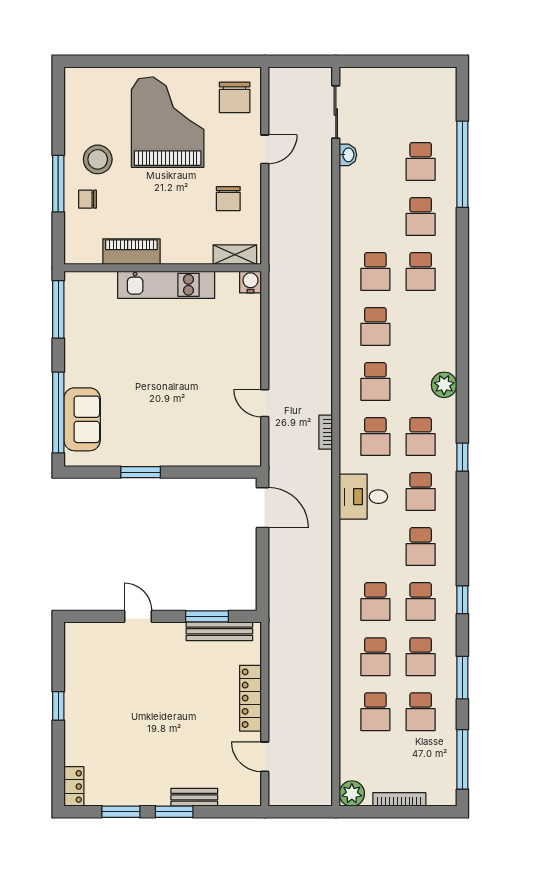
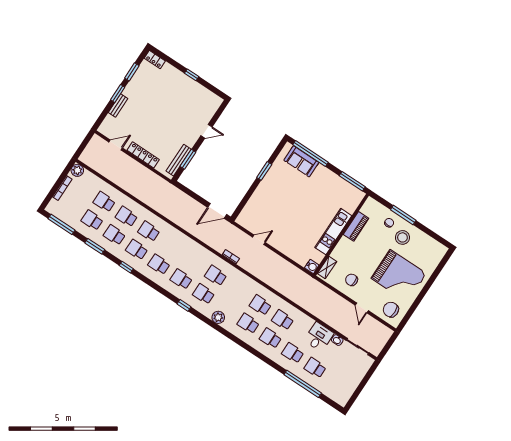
school desk: (375, 381) -> (248, 323), moved
desk: (363, 497) -> (319, 337), moved

